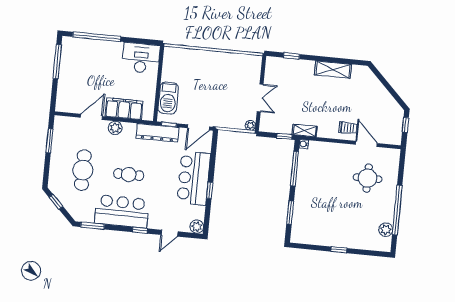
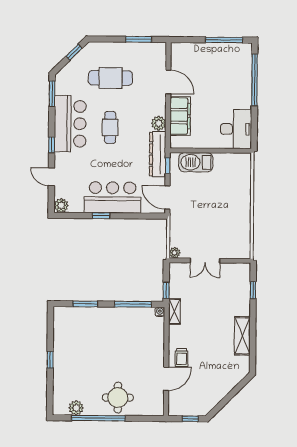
plant: (115, 128) -> (159, 123), moved
round table: (368, 178) -> (118, 398), moved

